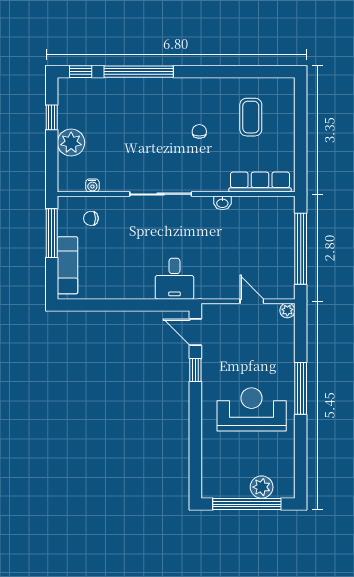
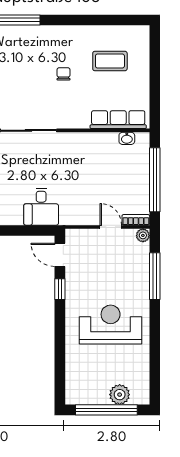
coffee table: (251, 117) -> (110, 61), turned 90
washbasin: (222, 203) -> (127, 138), moved
bookcase: (280, 293) -> (136, 220), added
window: (301, 388) -> (155, 276), moved

